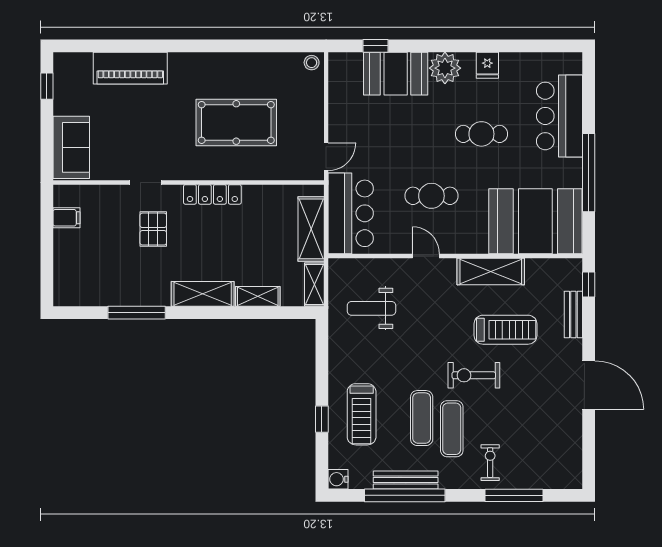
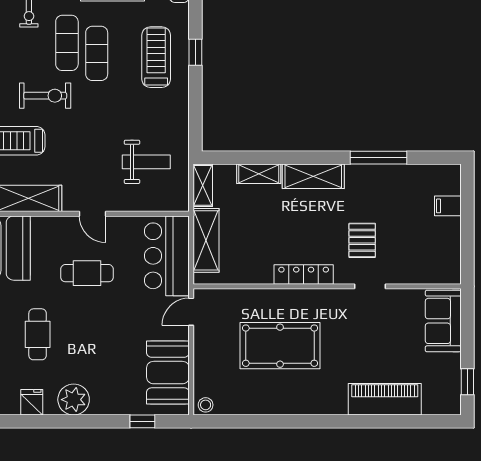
booth: (396, 74) -> (168, 373), moved, turned 90
cafe table: (481, 134) -> (38, 334), turned 90
filing cabinet: (67, 218) -> (448, 206), moved

